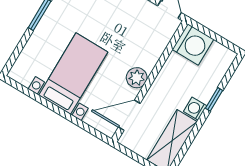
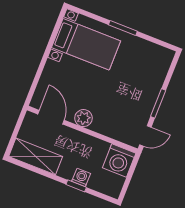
bed with nightstands: (73, 74) -> (86, 44), moved
washing machine: (195, 109) -> (81, 177), moved

